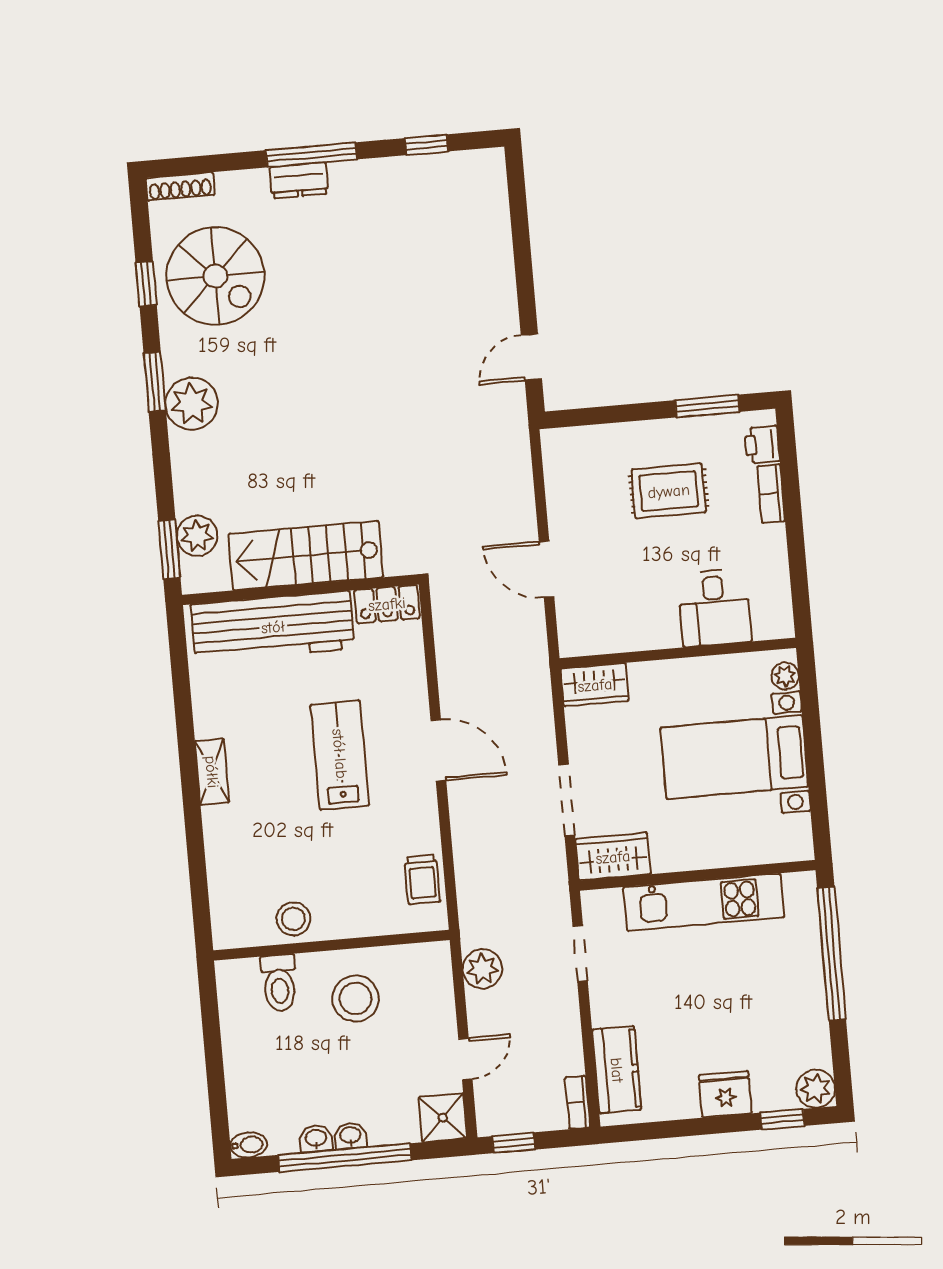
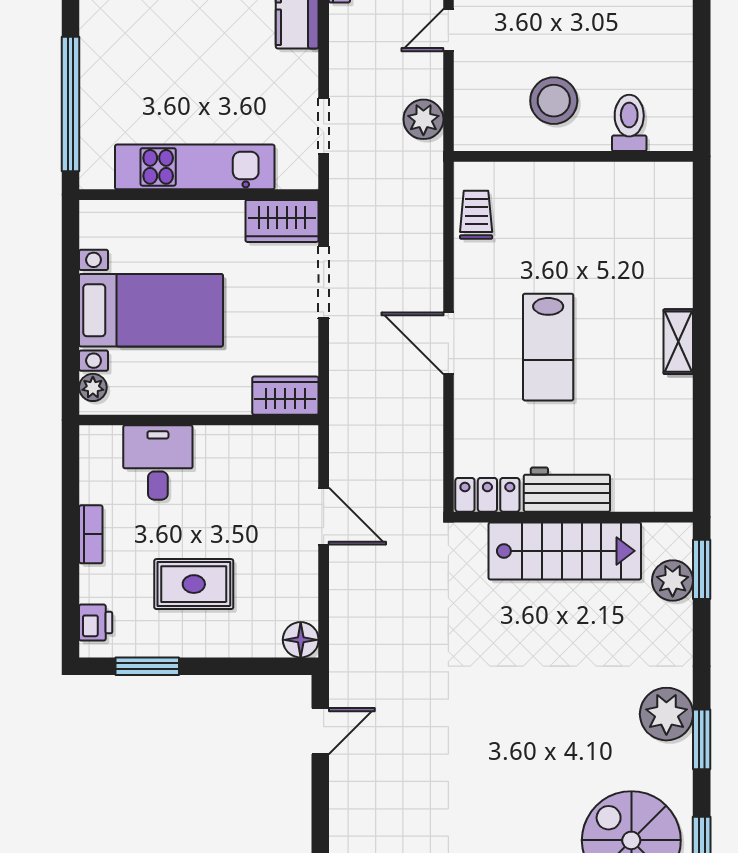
floor lamp: (559, 445) -> (301, 640), added
bookcase: (771, 493) -> (91, 534), moved
workbench: (273, 627) -> (567, 490), width x0.53, depth x0.76
stool: (293, 919) -> (609, 186), removed

